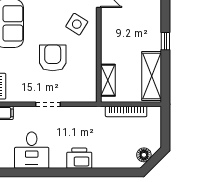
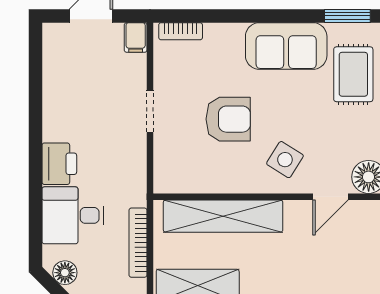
shelving: (108, 80) -> (223, 216), width x2.20, depth x1.33
desk: (32, 150) -> (73, 215), moved

